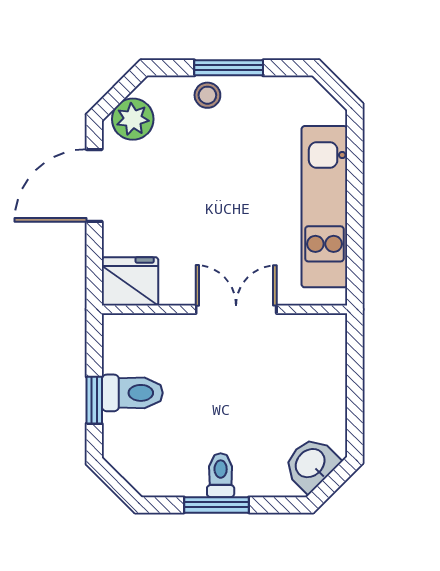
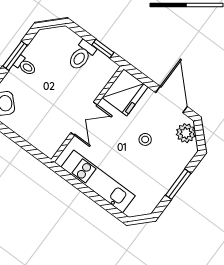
stool: (207, 95) -> (145, 139), moved
fridge: (130, 281) -> (125, 92), width x1.36, depth x1.34
window: (94, 400) -> (103, 49), moved

